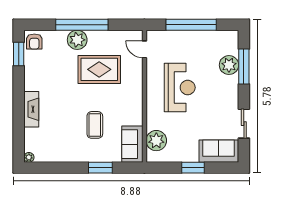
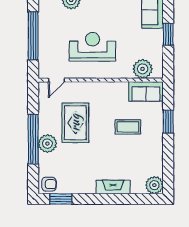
plant: (29, 157) -> (154, 185), width x1.88, depth x1.88

